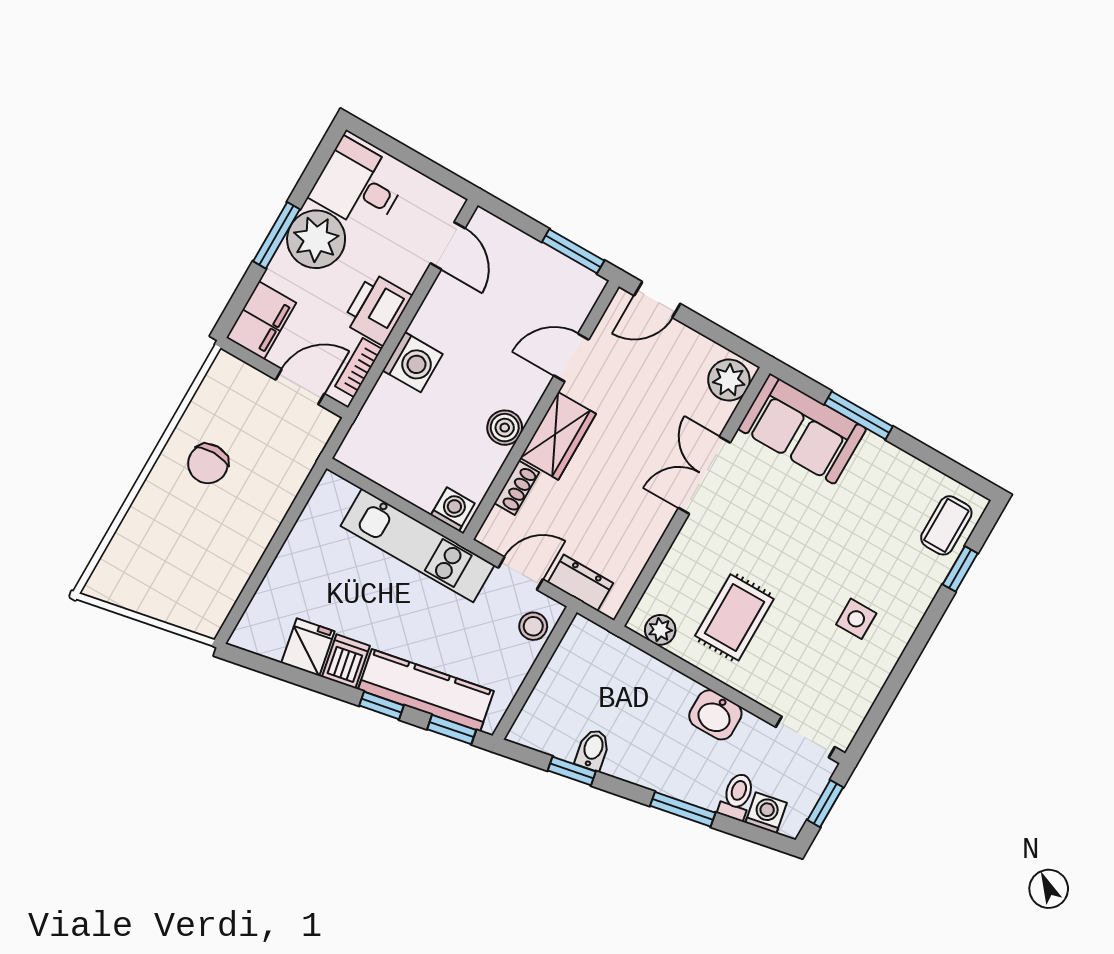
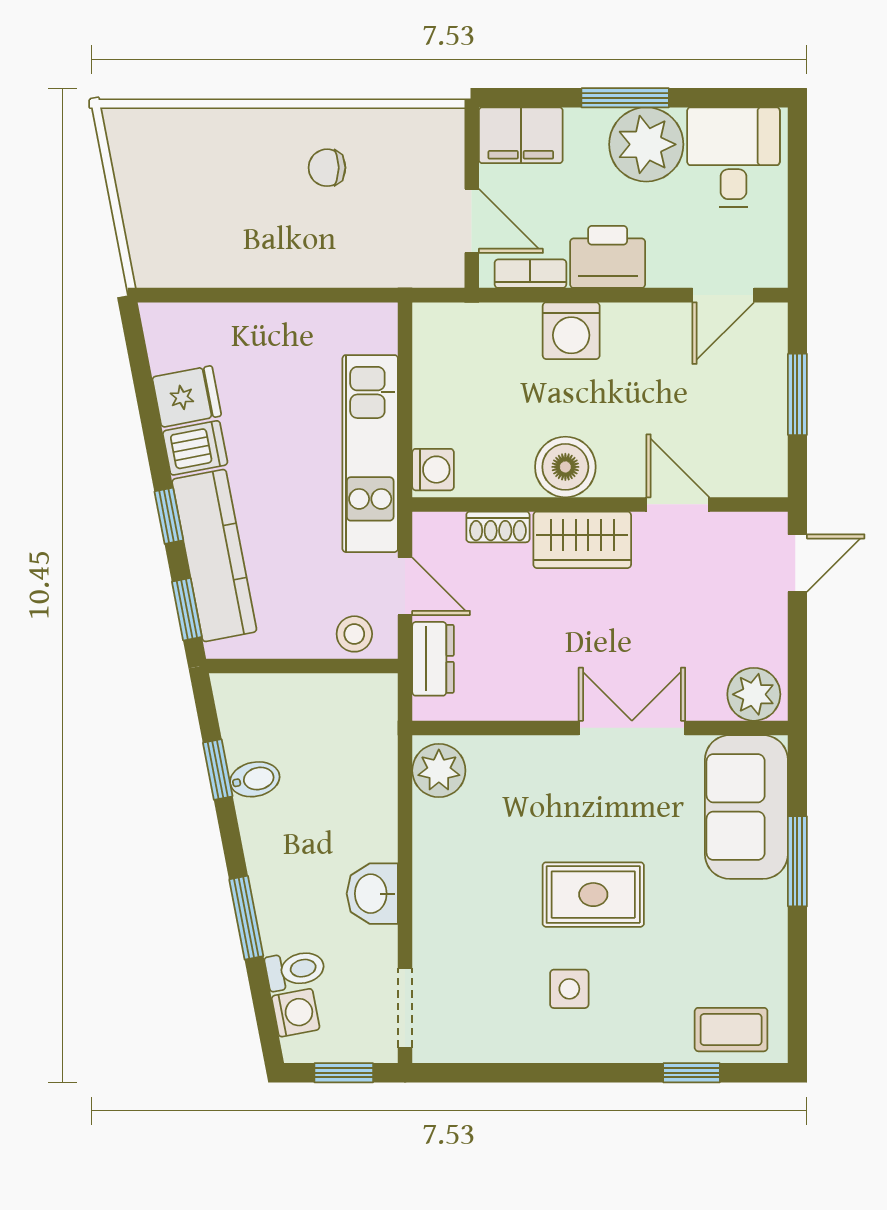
window: (573, 251) -> (797, 394), moved
door: (657, 300) -> (797, 563), swing flipped
boiler: (505, 428) -> (565, 467), width x1.36, depth x1.36
chair: (208, 464) -> (327, 168), width x0.73, depth x0.73
rug: (734, 617) -> (593, 895), moved
plant: (660, 630) -> (439, 771), width x1.38, depth x1.38

